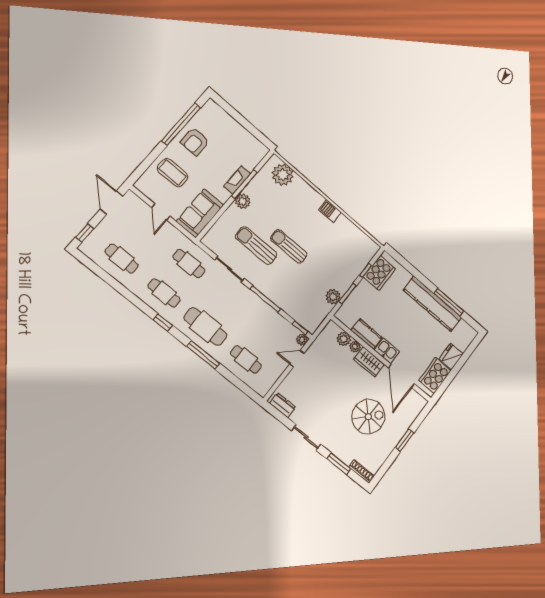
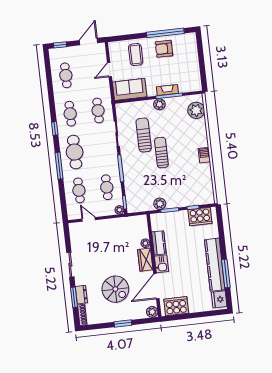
cafe table: (270, 330) -> (107, 187), added
plant: (344, 339) -> (152, 312), moved
fridge: (451, 357) -> (219, 299), moved, turned -90
door: (297, 359) -> (89, 219), moved
dresser: (283, 405) -> (81, 295), moved

